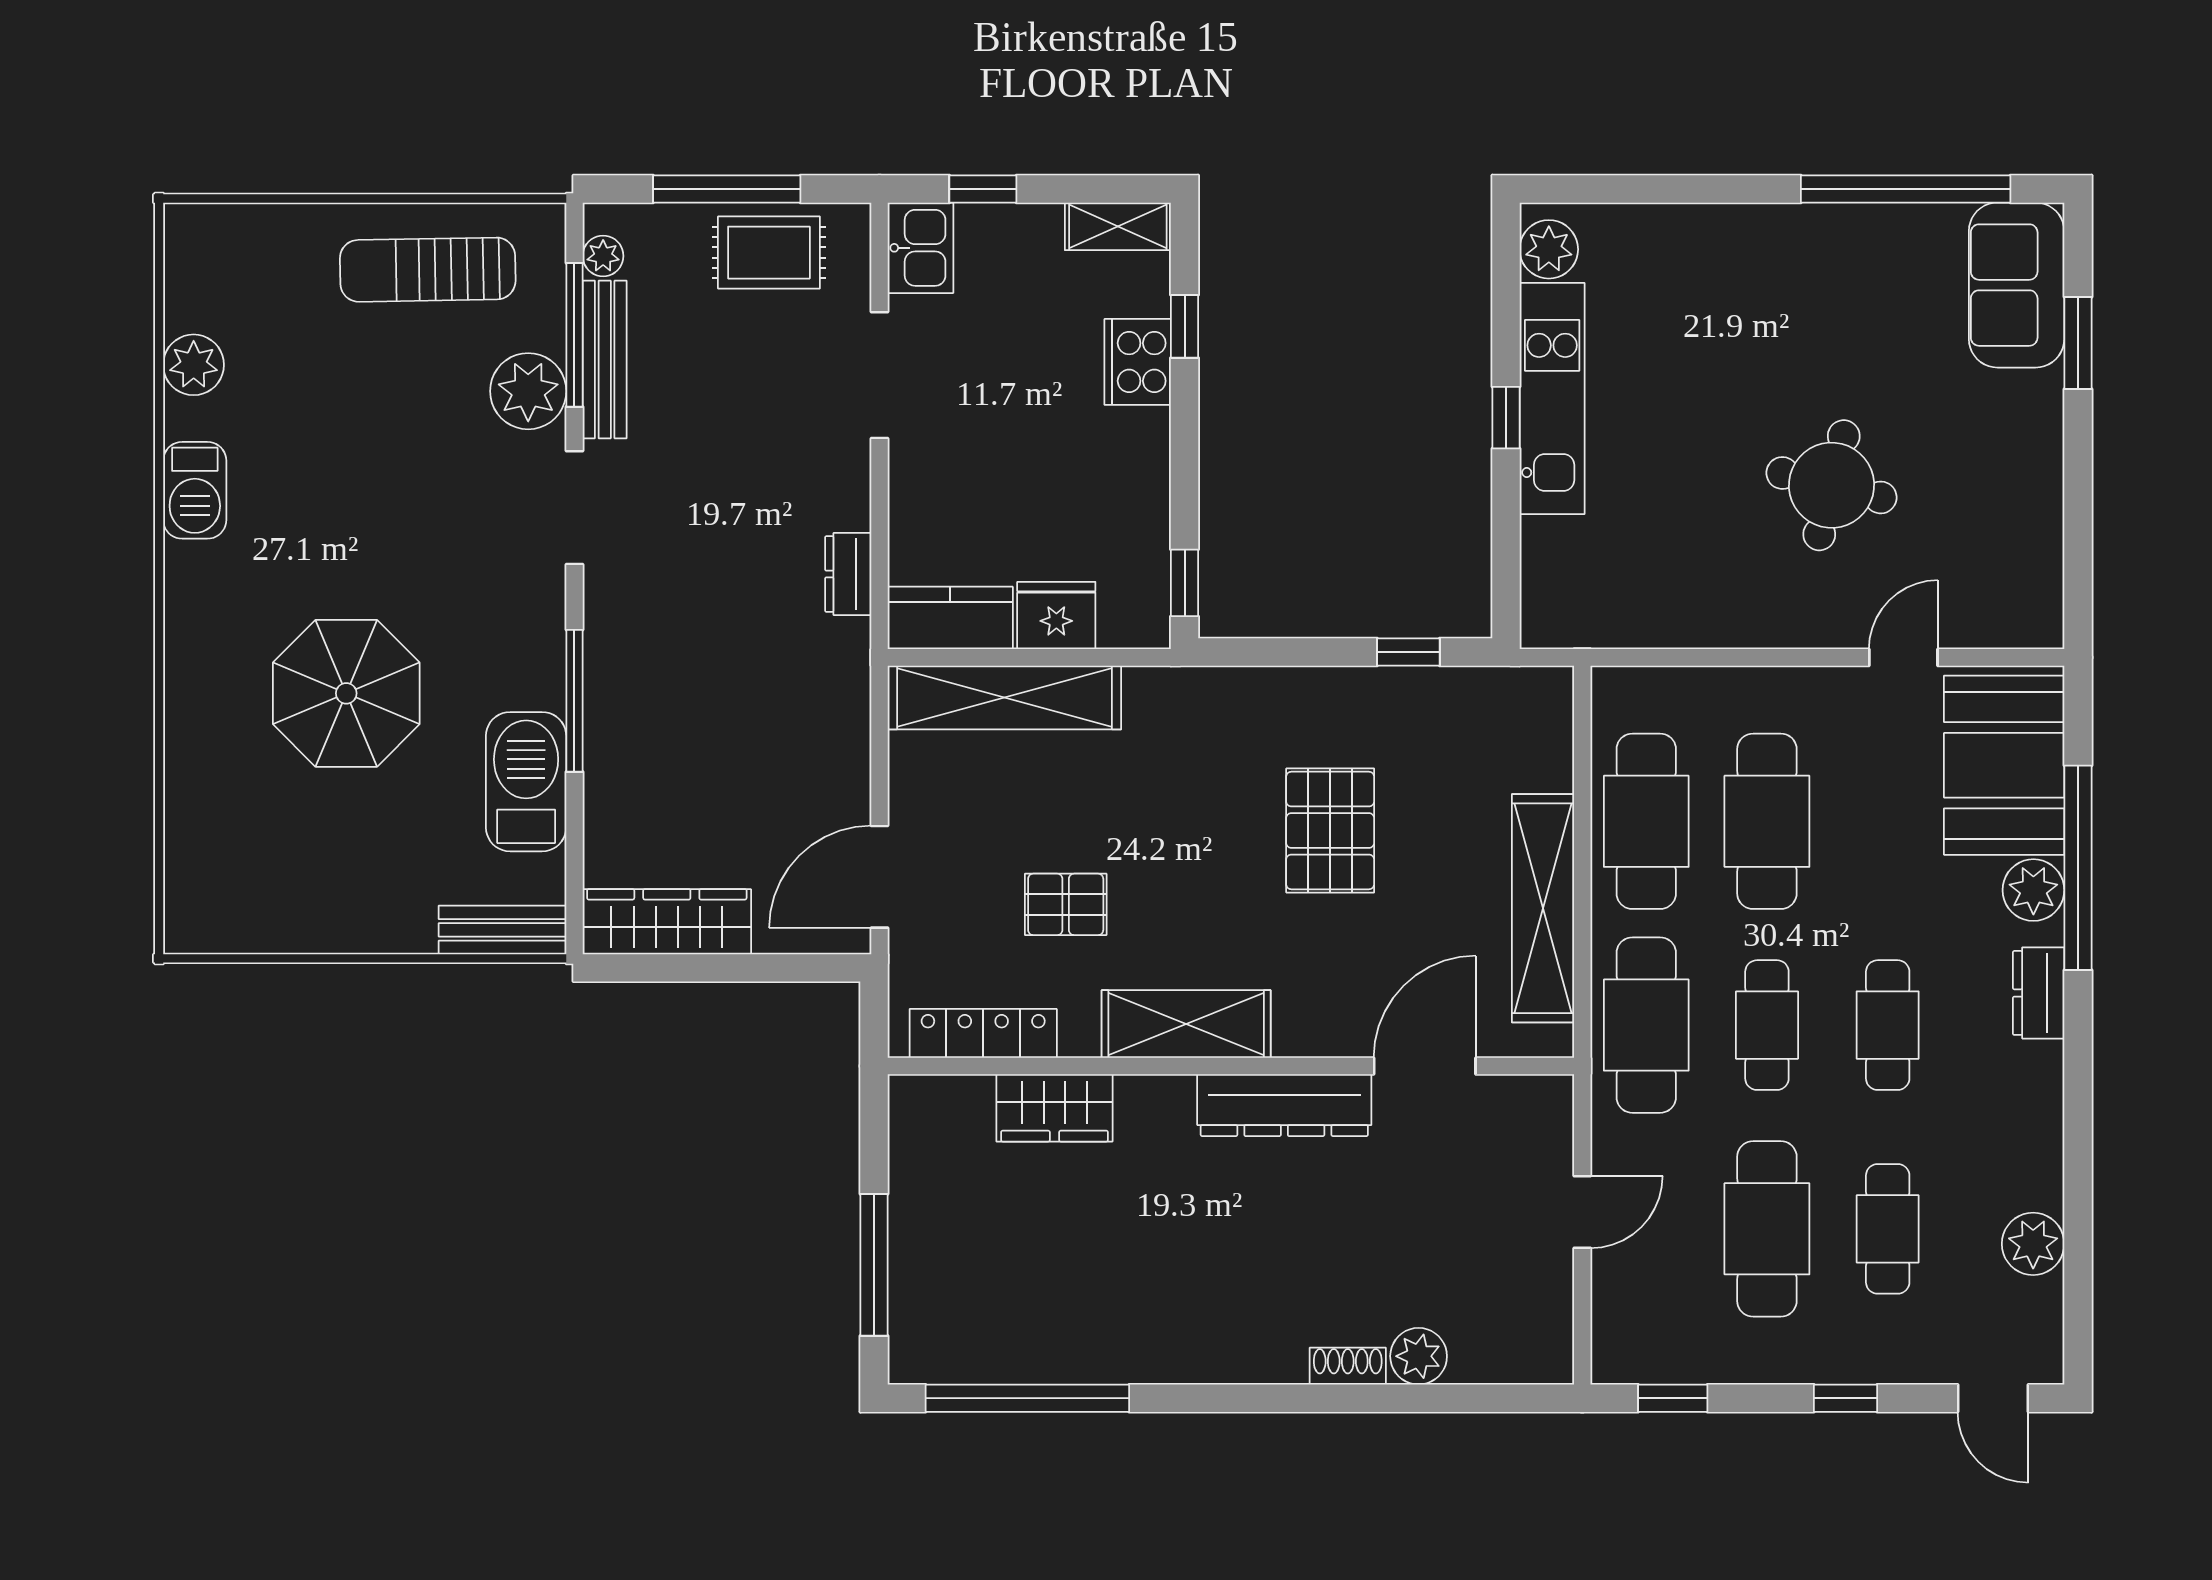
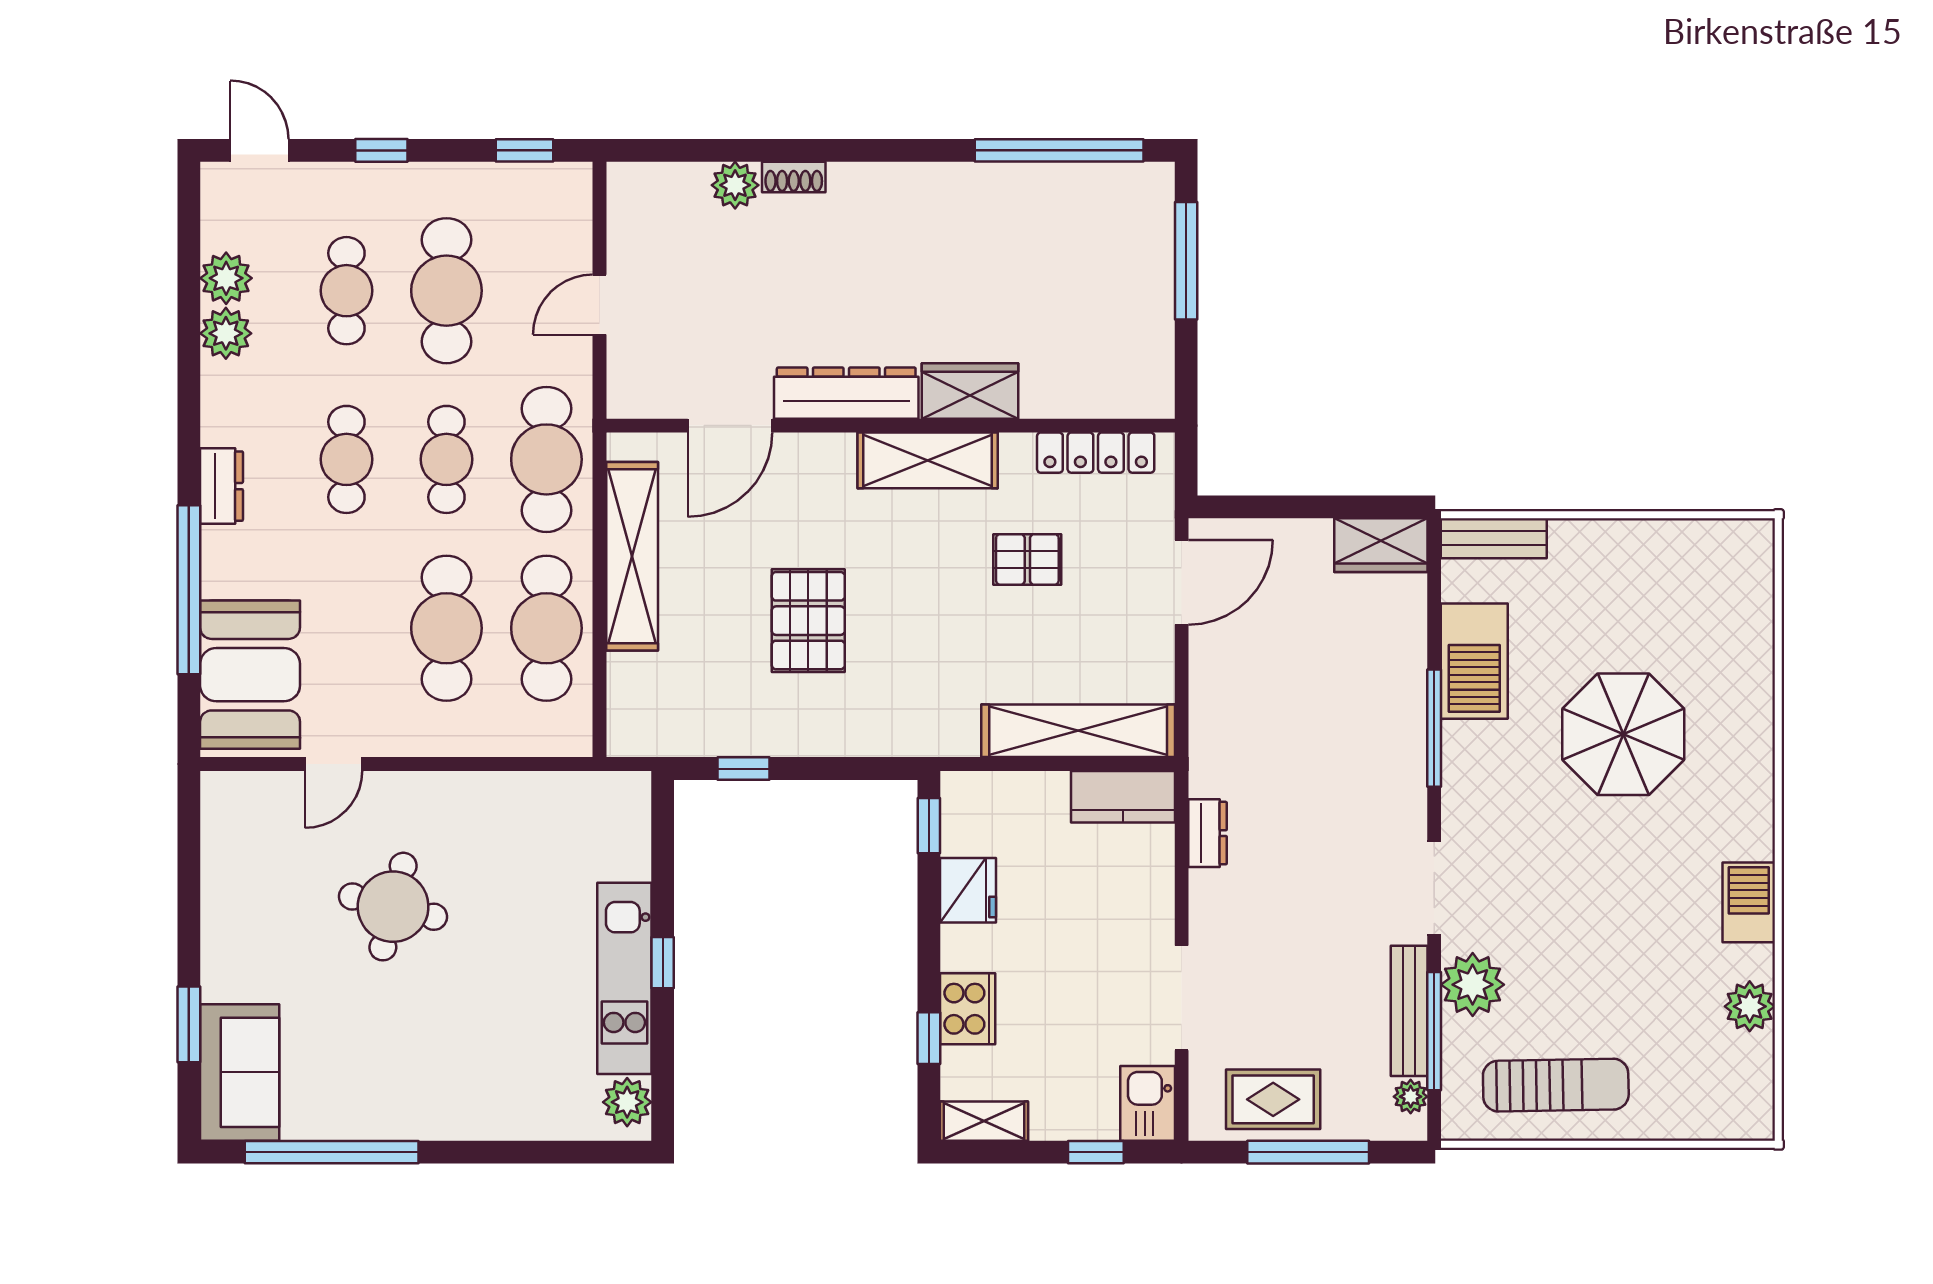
fridge: (1056, 616) -> (968, 890), moved, turned -90
plant: (2033, 890) -> (226, 333), moved
wardrobe: (667, 922) -> (1381, 545), width x0.67
wardrobe: (1054, 1108) -> (970, 391), moved

